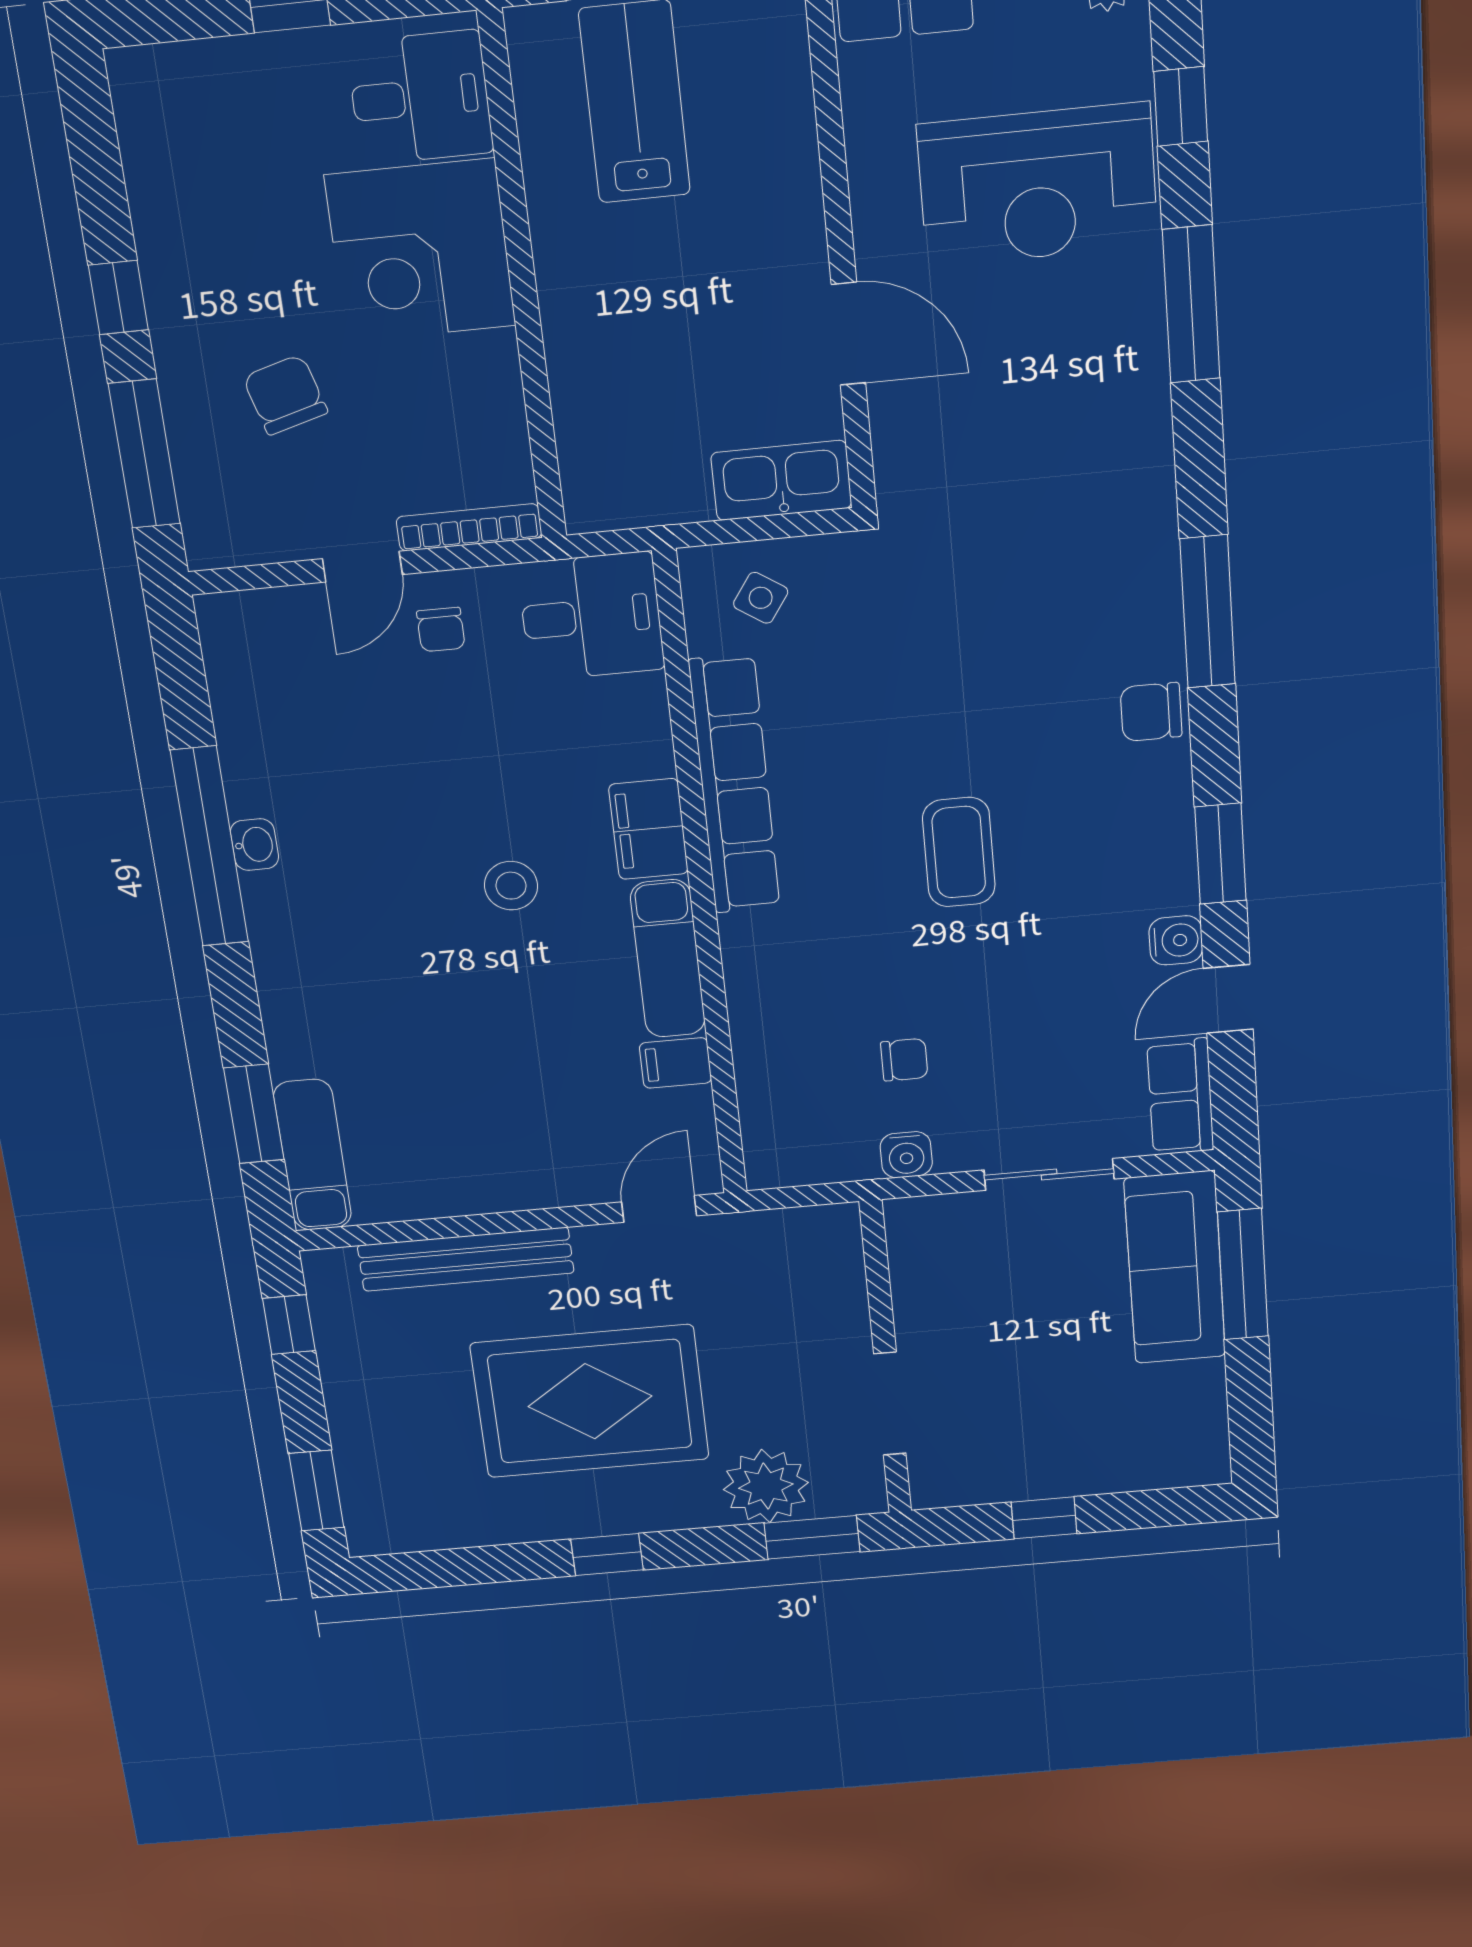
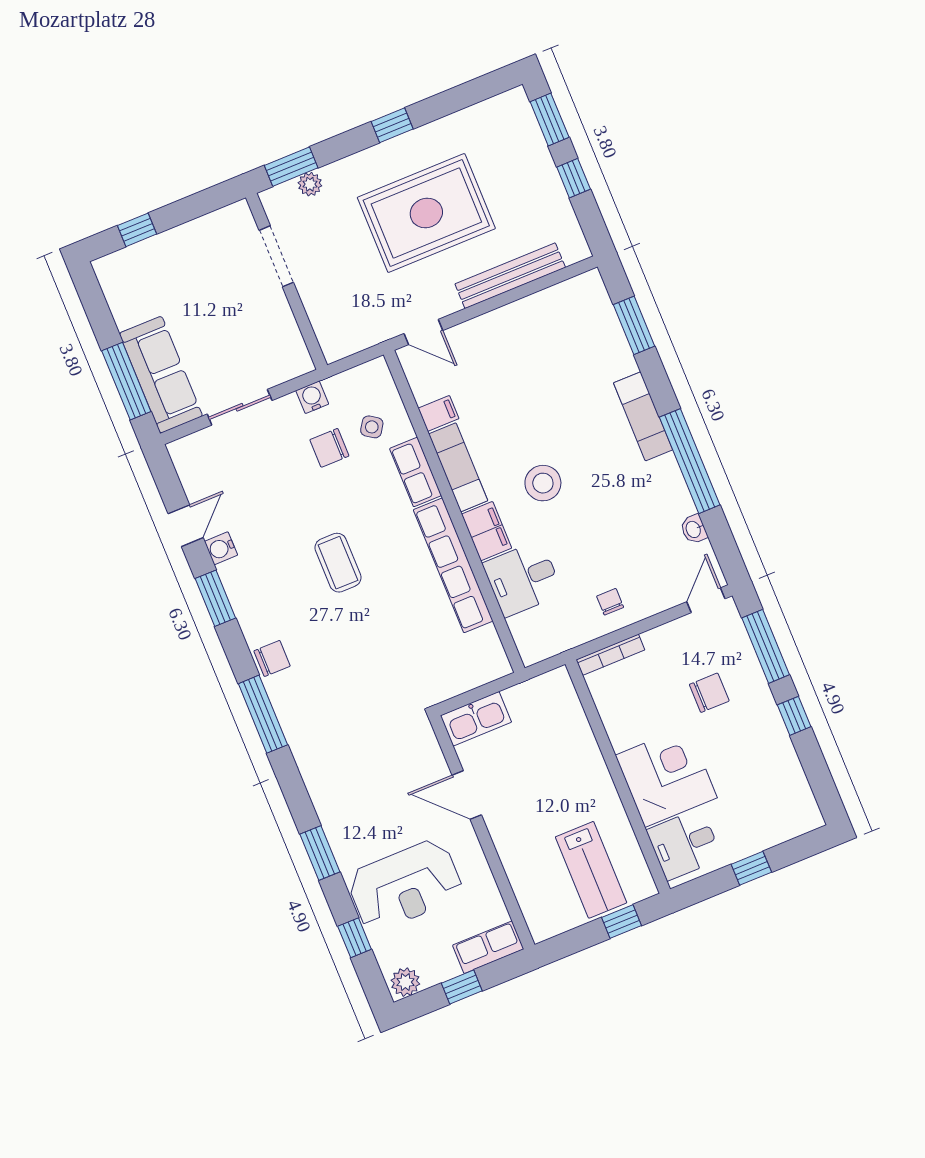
reception desk: (1038, 185) -> (405, 885), turned 180
window: (1191, 304) -> (320, 853), width x0.69
chair: (285, 395) -> (709, 693), turned -74
door: (362, 567) -> (706, 600), moved
side table: (761, 598) -> (372, 427), moved
desk: (591, 616) -> (523, 579), moved
washbasin: (254, 845) -> (694, 529), moved
stool: (511, 886) -> (543, 483), width x1.38, depth x1.38
chair: (904, 1060) -> (329, 448), width x1.37, depth x1.37
row of seats: (1180, 1097) -> (416, 472), moved, turned 180
exam couch: (313, 1155) -> (643, 416), moved
door: (659, 1209) -> (423, 332), hinge flipped
window: (289, 1325) -> (574, 178), moved
plant: (766, 1486) -> (310, 184), width x0.53, depth x0.53
window: (1044, 1518) -> (137, 230), moved

